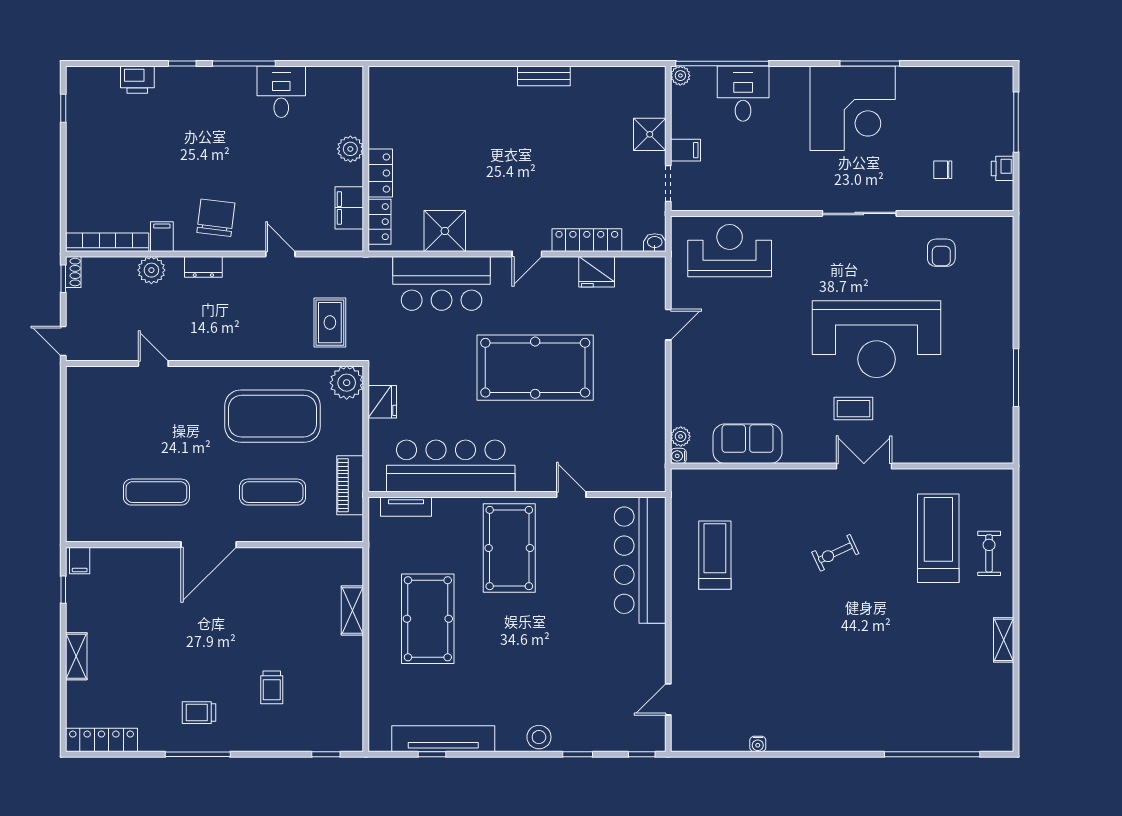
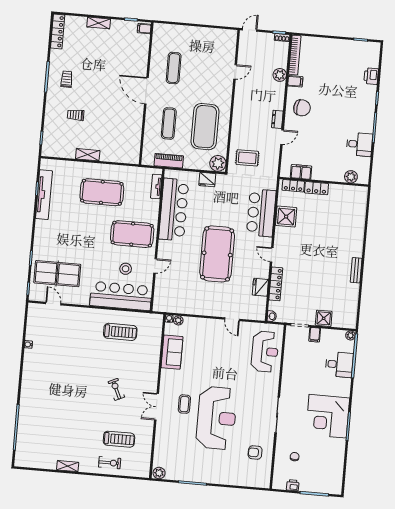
plant: (350, 149) -> (351, 177), moved
dresser: (203, 267) -> (277, 119), moved
reception desk: (877, 339) -> (217, 418), turned 180
plant: (1001, 449) -> (159, 473), added
double door: (864, 466) -> (157, 407), swing flipped
treadmill: (938, 538) -> (119, 439), width x0.73, depth x0.73
shelving: (352, 610) -> (88, 155), moved
table tennis table: (605, 697) -> (57, 274), added
stool: (539, 737) -> (126, 269), moved

